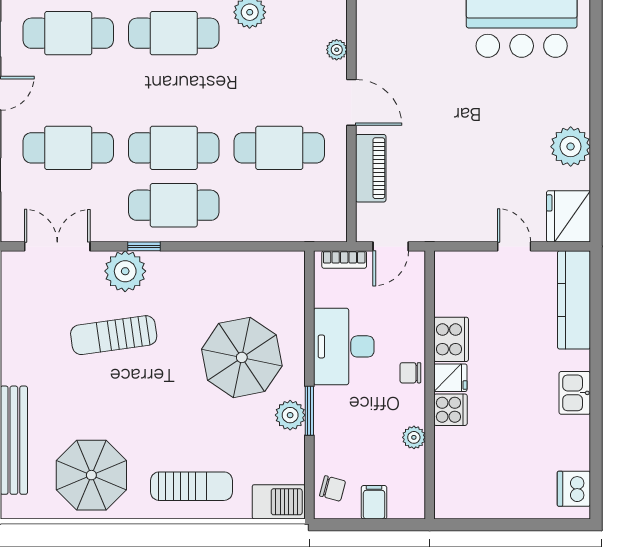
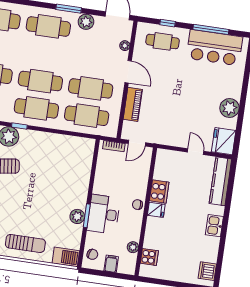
cafe table: (413, 30) -> (163, 41), added
cafe table: (279, 205) -> (87, 116), added
desk: (344, 346) -> (104, 214), moved
parasol: (242, 357) -> (58, 186), removed
cooker: (450, 410) -> (149, 257), moved
plant: (414, 437) -> (133, 247), moved

